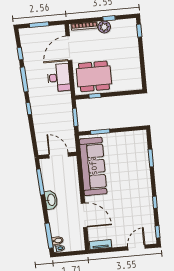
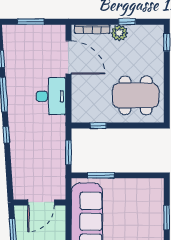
door: (69, 48) -> (68, 57), swing flipped
dining table: (94, 76) -> (136, 95), moved
door: (59, 155) -> (41, 202), swing flipped

